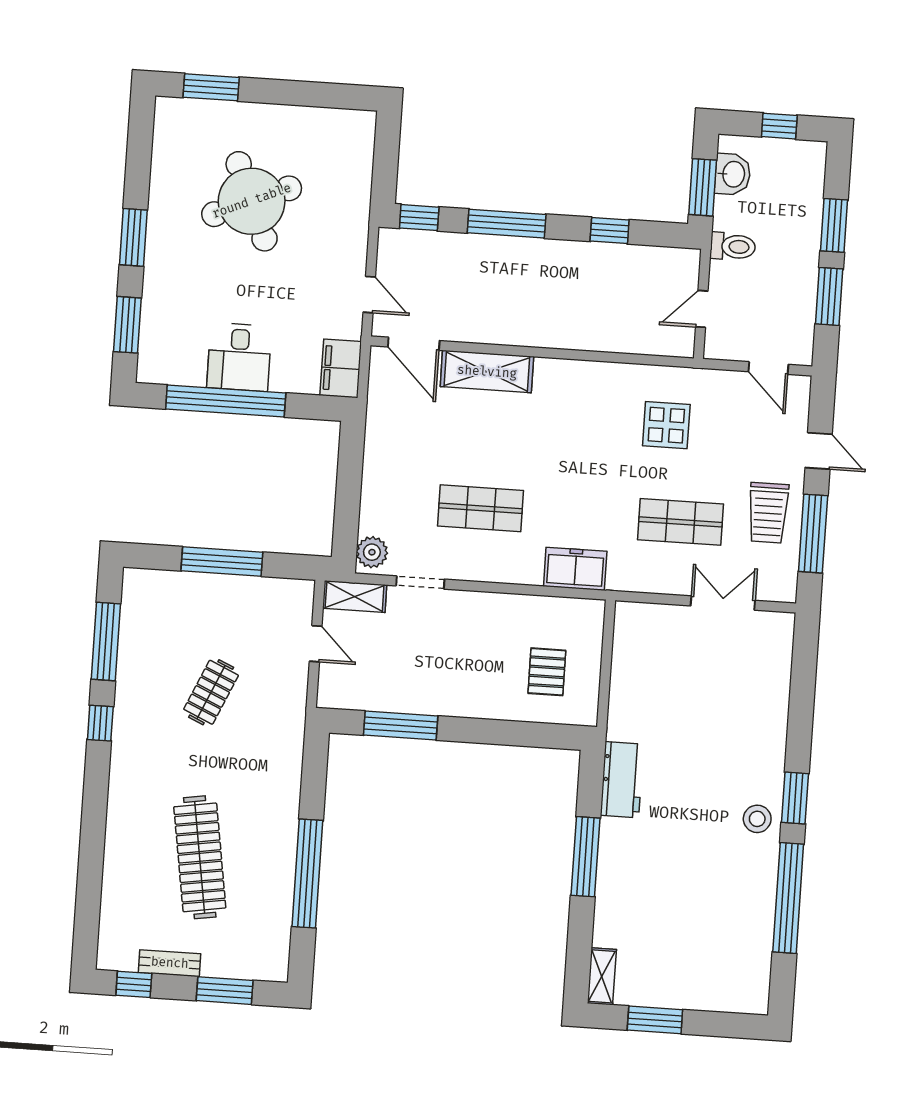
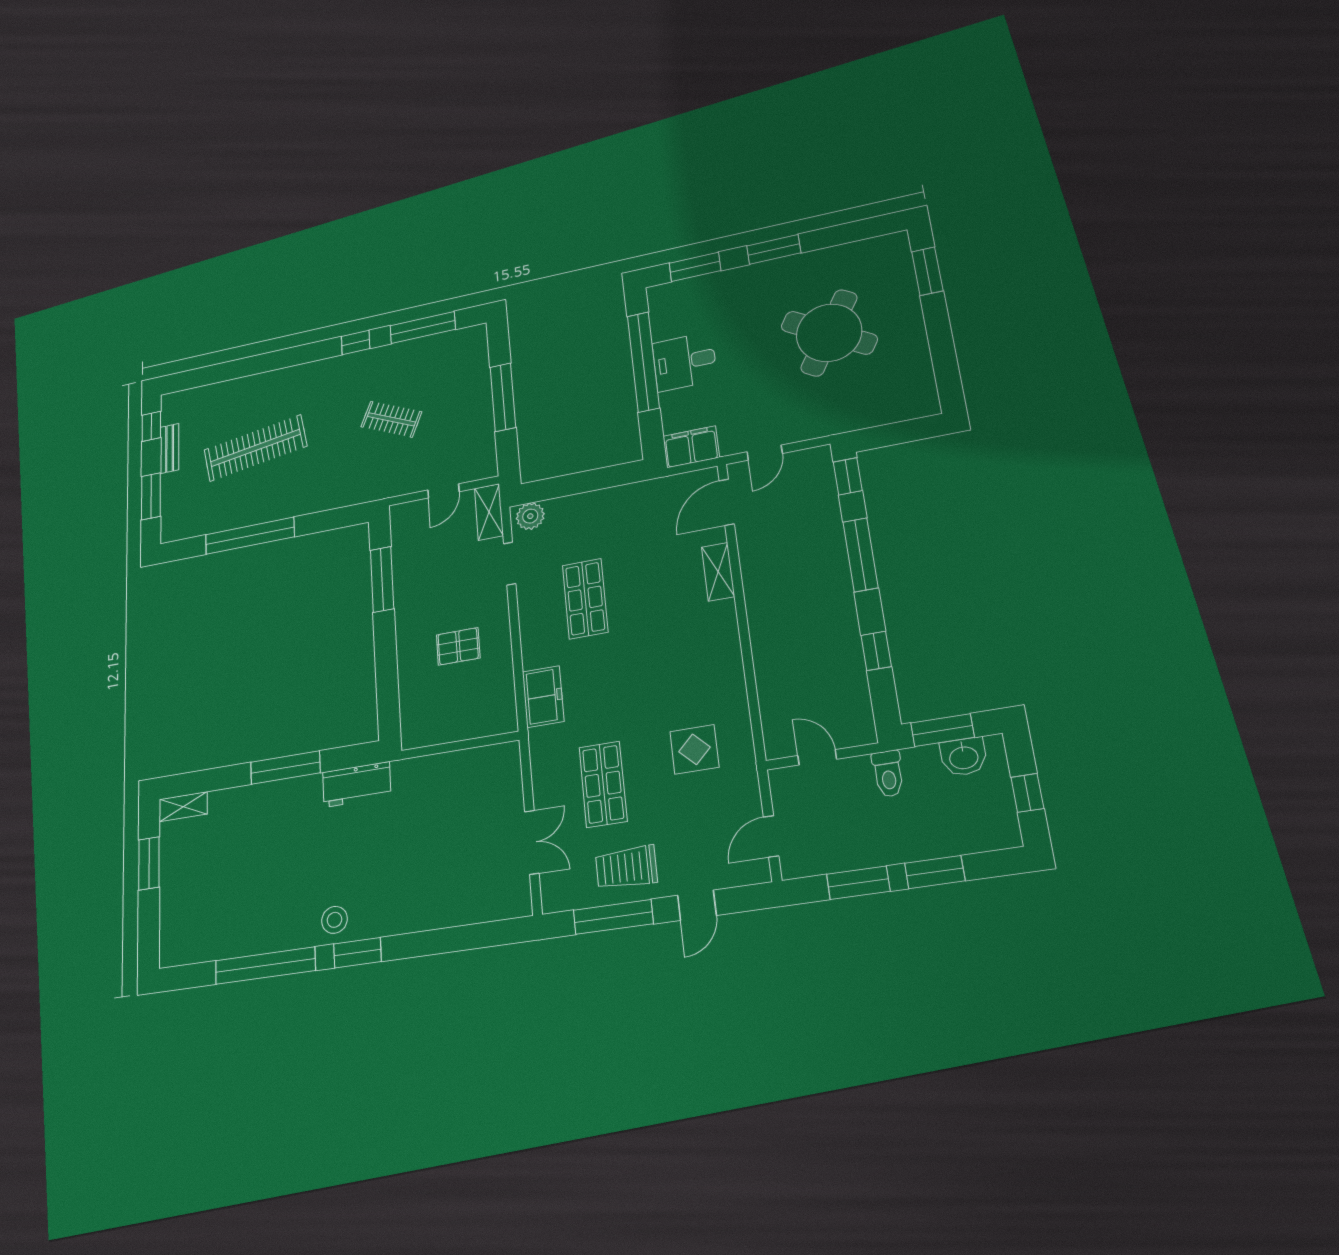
round table: (252, 201) -> (829, 333), turned -36
shelving: (487, 372) -> (718, 572), width x0.67, depth x0.75
pallet: (547, 672) -> (458, 646), moved

